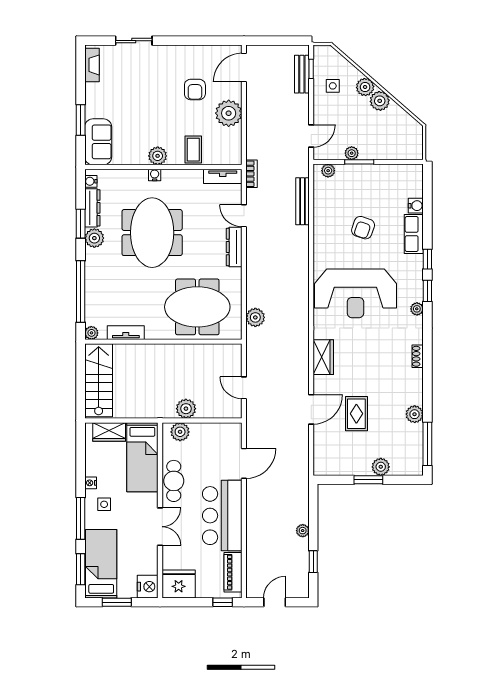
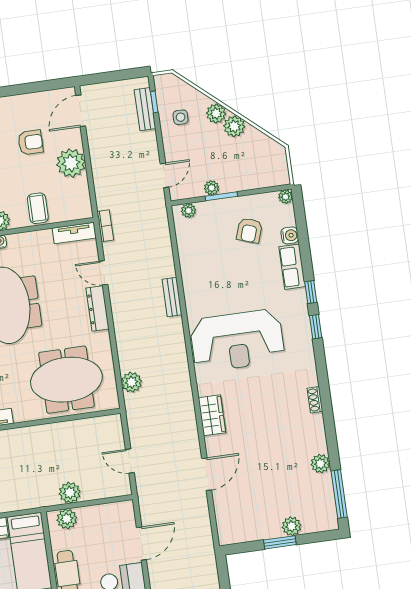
armchair: (195, 89) -> (30, 142), turned -90
bench: (302, 201) -> (172, 297), moved, width x0.73
armchair: (363, 228) -> (249, 230), moved
plant: (417, 309) -> (285, 197), moved
rug: (356, 414) -> (257, 472), removed

